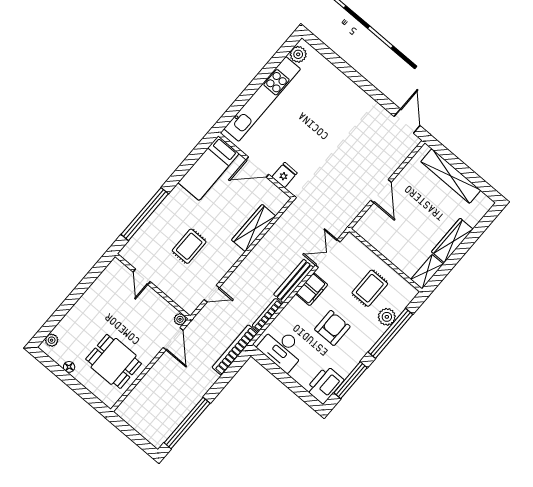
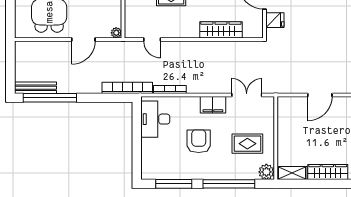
bench: (294, 281) -> (35, 88), moved
plant: (387, 317) -> (266, 172), moved
armchair: (332, 328) -> (199, 141), turned -90
door: (173, 339) -> (83, 39), moved
printer: (325, 385) -> (156, 169), removed

